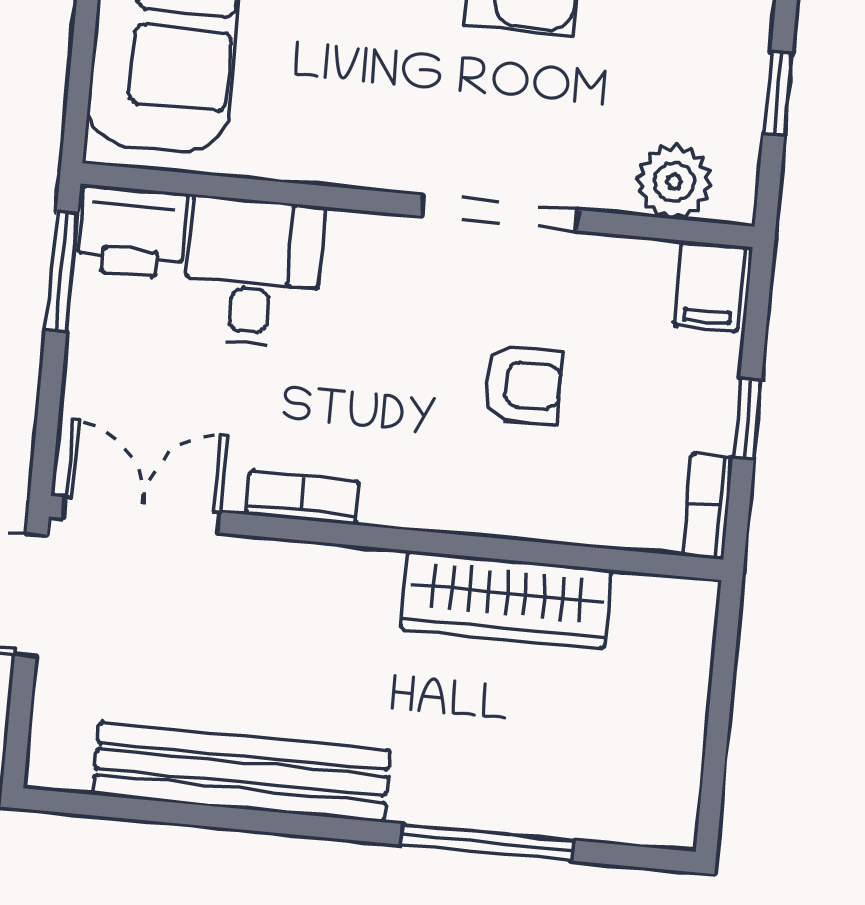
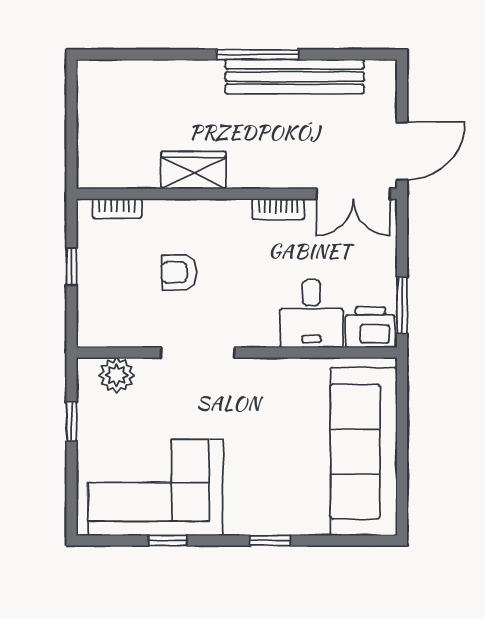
filing cabinet: (710, 286) -> (95, 327), removed
bookcase: (708, 506) -> (117, 208), moved, turned 90
wardrobe: (506, 600) -> (193, 170), width x0.67
window: (487, 842) -> (257, 54), moved

